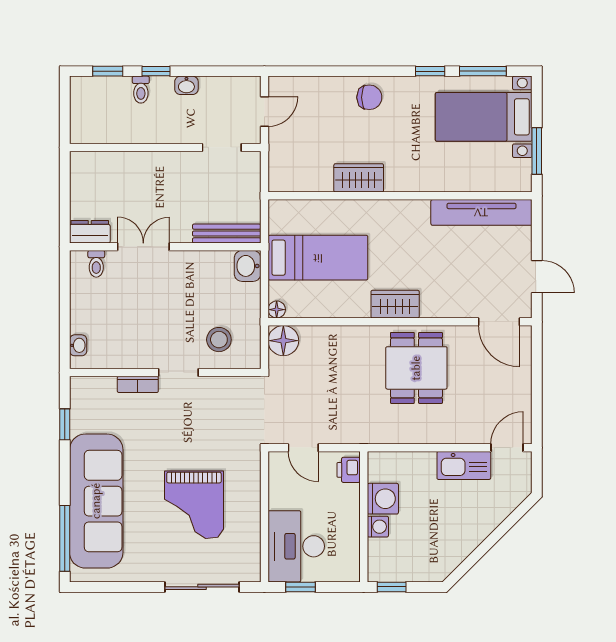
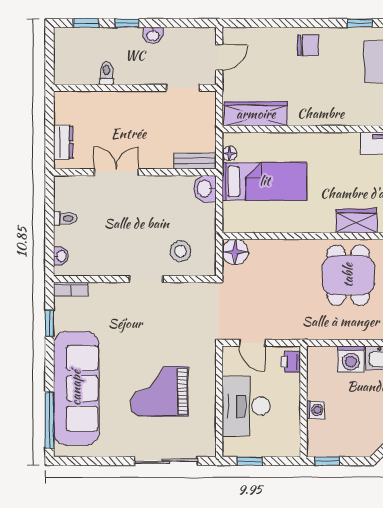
toilet: (141, 90) -> (106, 73), moved, turned 180
wardrobe: (359, 178) -> (256, 114), moved, width x1.50
dresser: (90, 232) -> (63, 142), moved, turned 90
bench: (227, 234) -> (195, 161), width x0.73
toilet: (96, 264) -> (65, 218), moved, turned -90
wardrobe: (395, 304) -> (356, 221), moved
floor lamp: (277, 310) -> (230, 153), moved
bookcase: (138, 384) -> (71, 289), moved
washing machine: (383, 499) -> (351, 359), moved, turned 90
grand piano: (194, 505) -> (159, 391), turned 90
desk: (296, 546) -> (246, 406), moved

